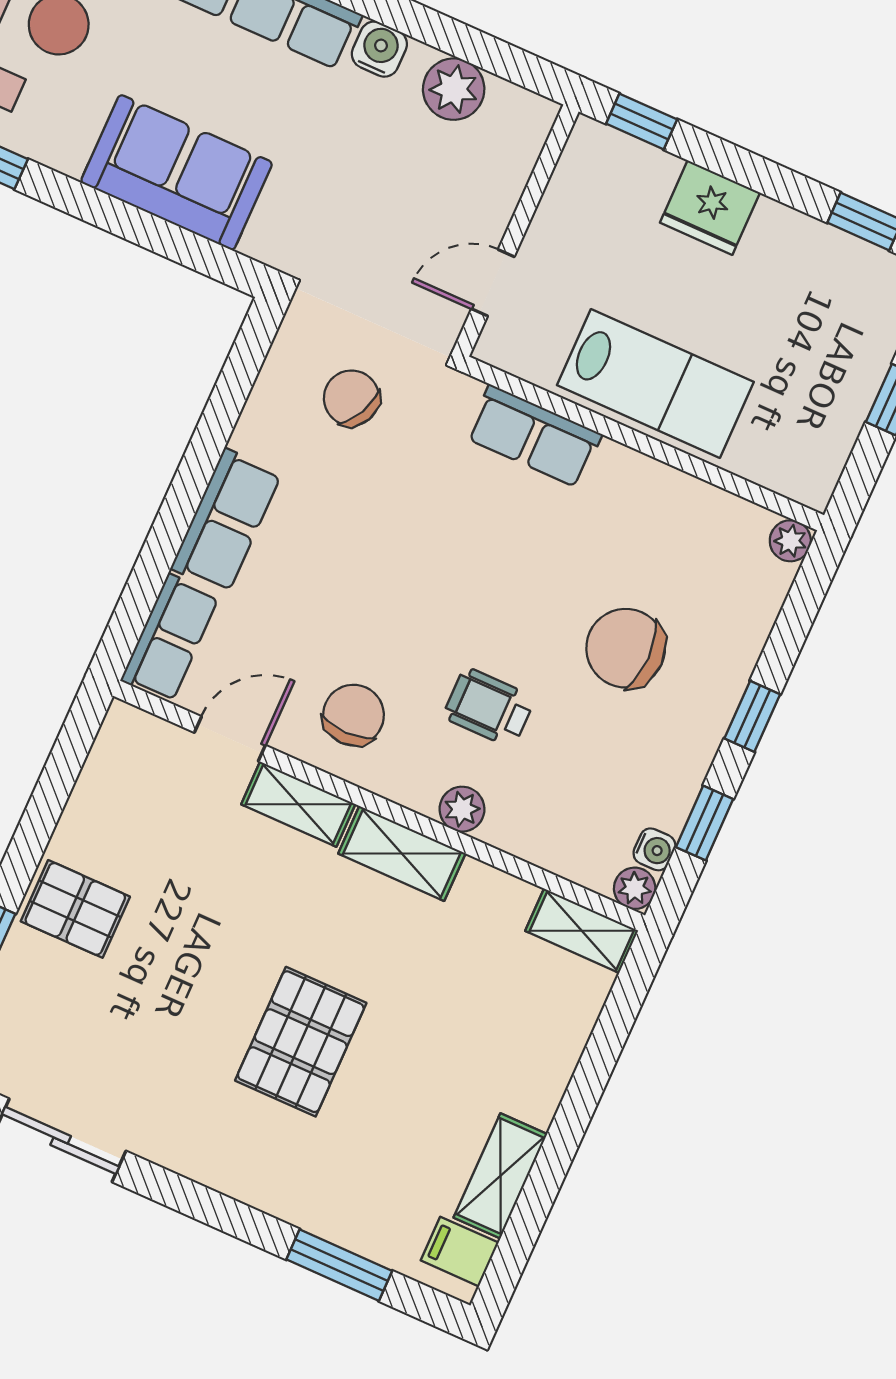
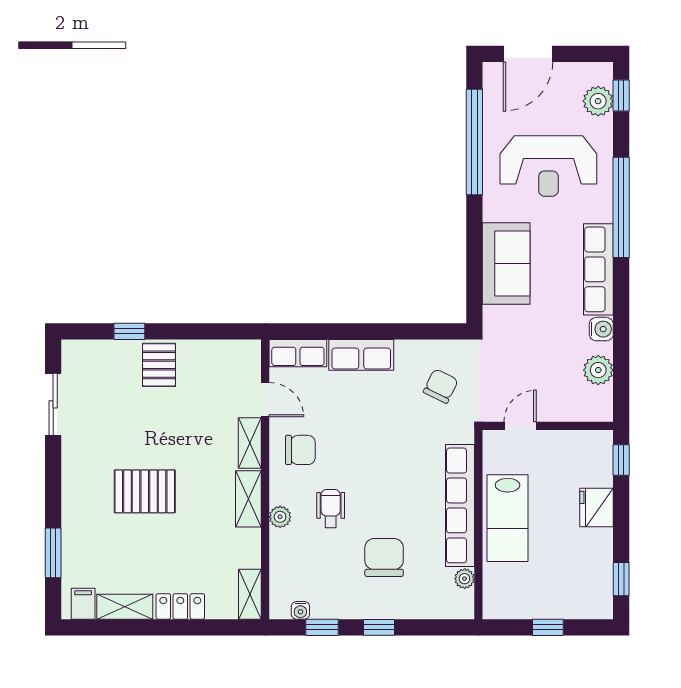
door: (493, 283) -> (520, 426), hinge flipped
row of seats: (534, 436) -> (460, 505), width x2.02
plant: (790, 541) -> (465, 579), moved
plant: (635, 888) -> (279, 609), removed
locker: (546, 1071) -> (180, 606), added

